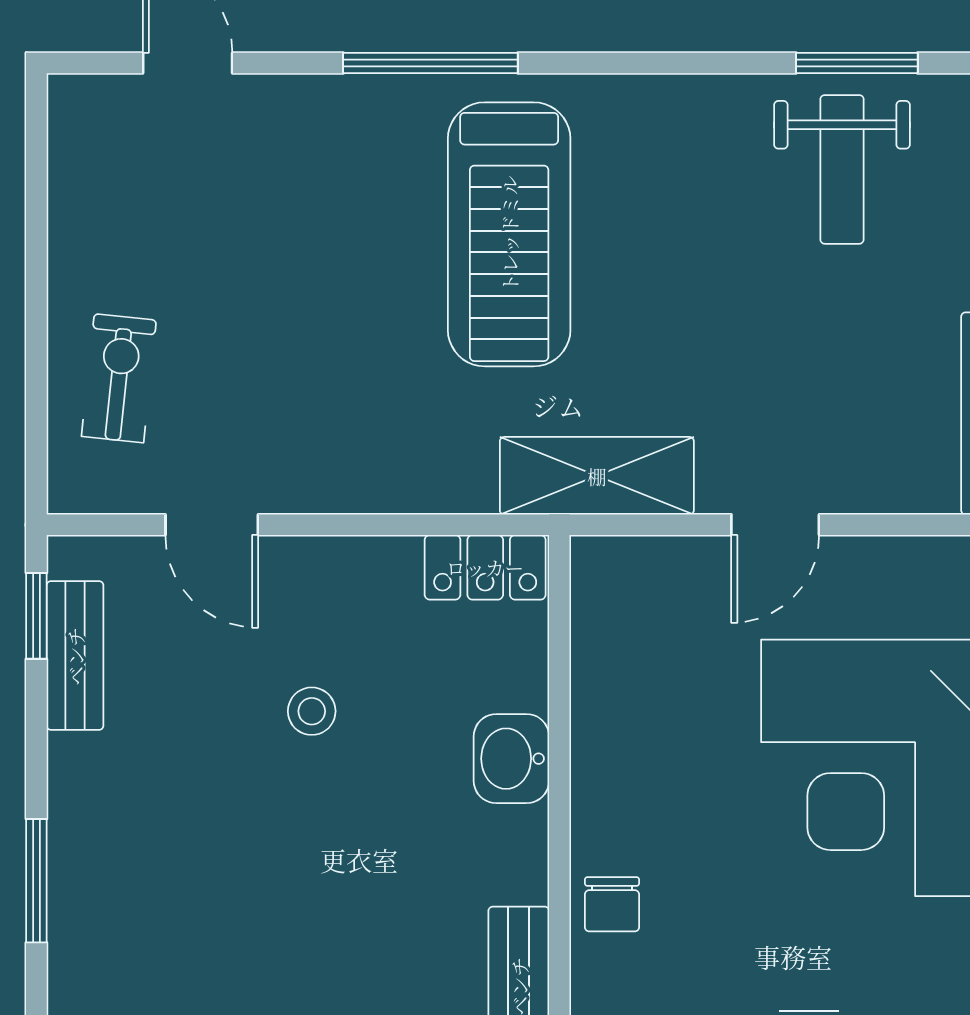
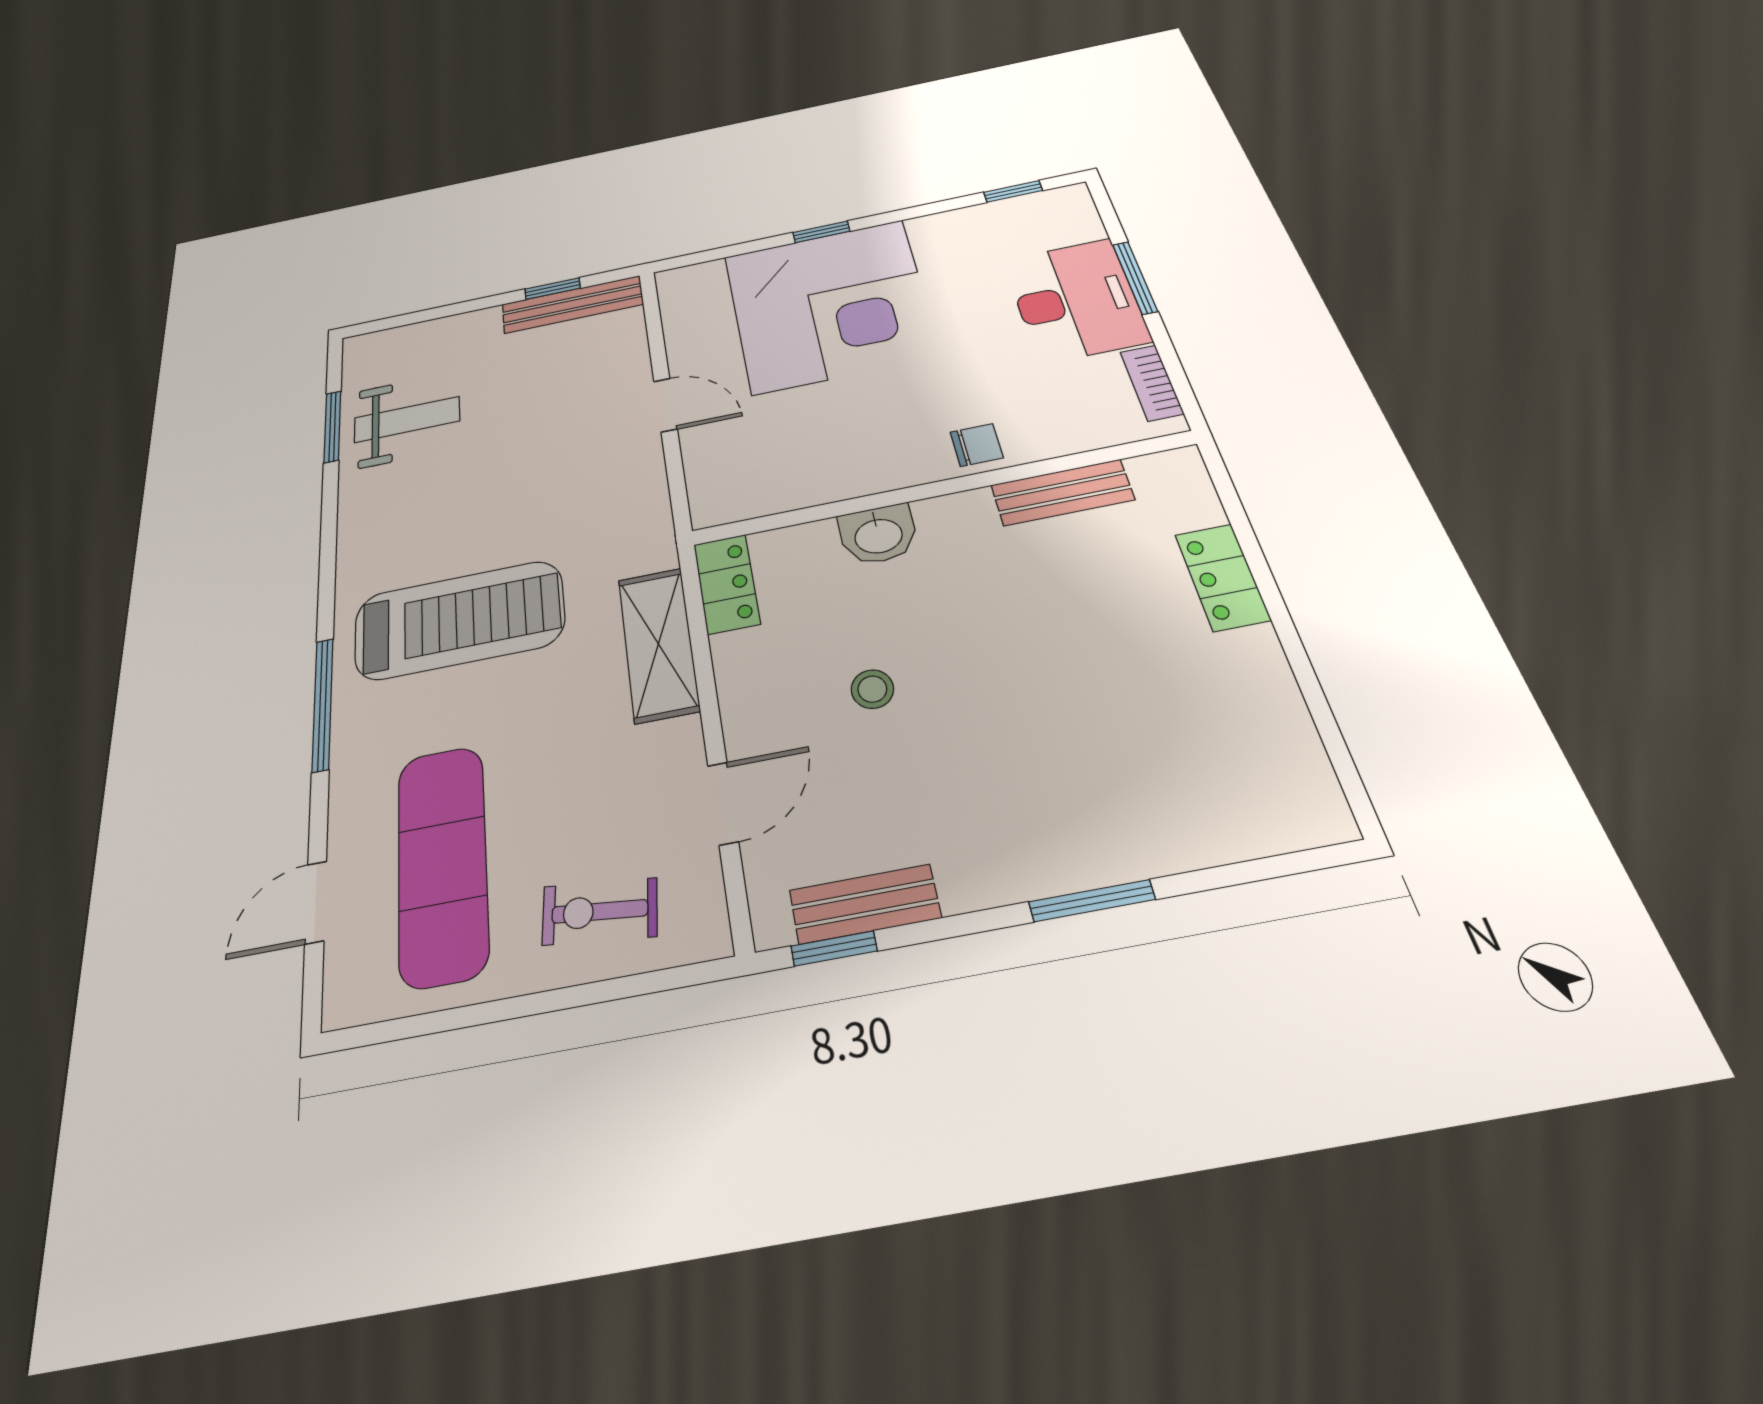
exercise mat: (205, 207) -> (442, 863), added
shelving: (597, 476) -> (658, 644), moved

